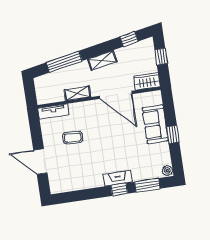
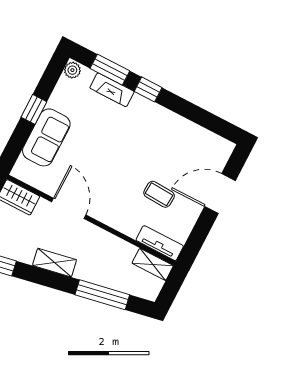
shelving: (77, 93) -> (153, 264), moved
door: (116, 95) -> (69, 208), width x0.73
door: (40, 162) -> (220, 194), swing flipped
fireplace: (118, 178) -> (112, 90), moved

